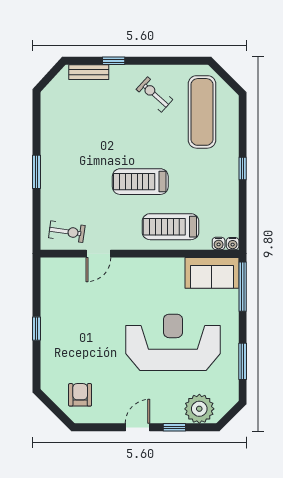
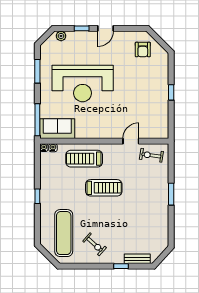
treadmill: (170, 227) -> (84, 159), turned 180
plant: (199, 409) -> (61, 36), width x0.53, depth x0.53

